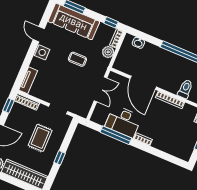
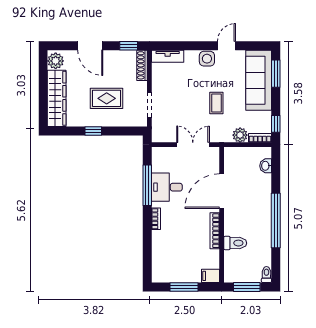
double door: (101, 89) -> (193, 145), swing flipped
desk: (123, 121) -> (167, 187), width x0.73

